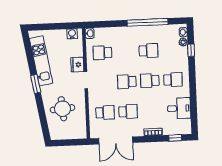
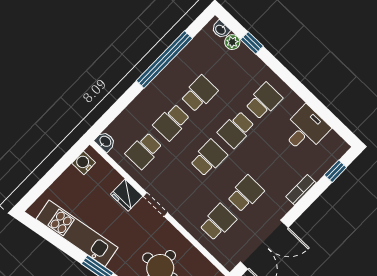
school desk: (125, 52) -> (172, 122), added
school desk: (127, 82) -> (209, 158), turned 180

